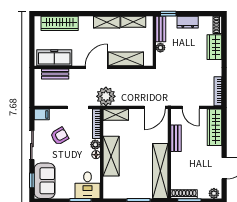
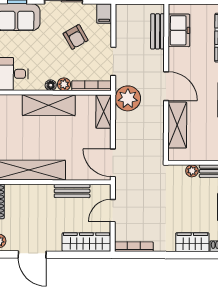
freezer: (54, 58) -> (179, 30), width x0.71

